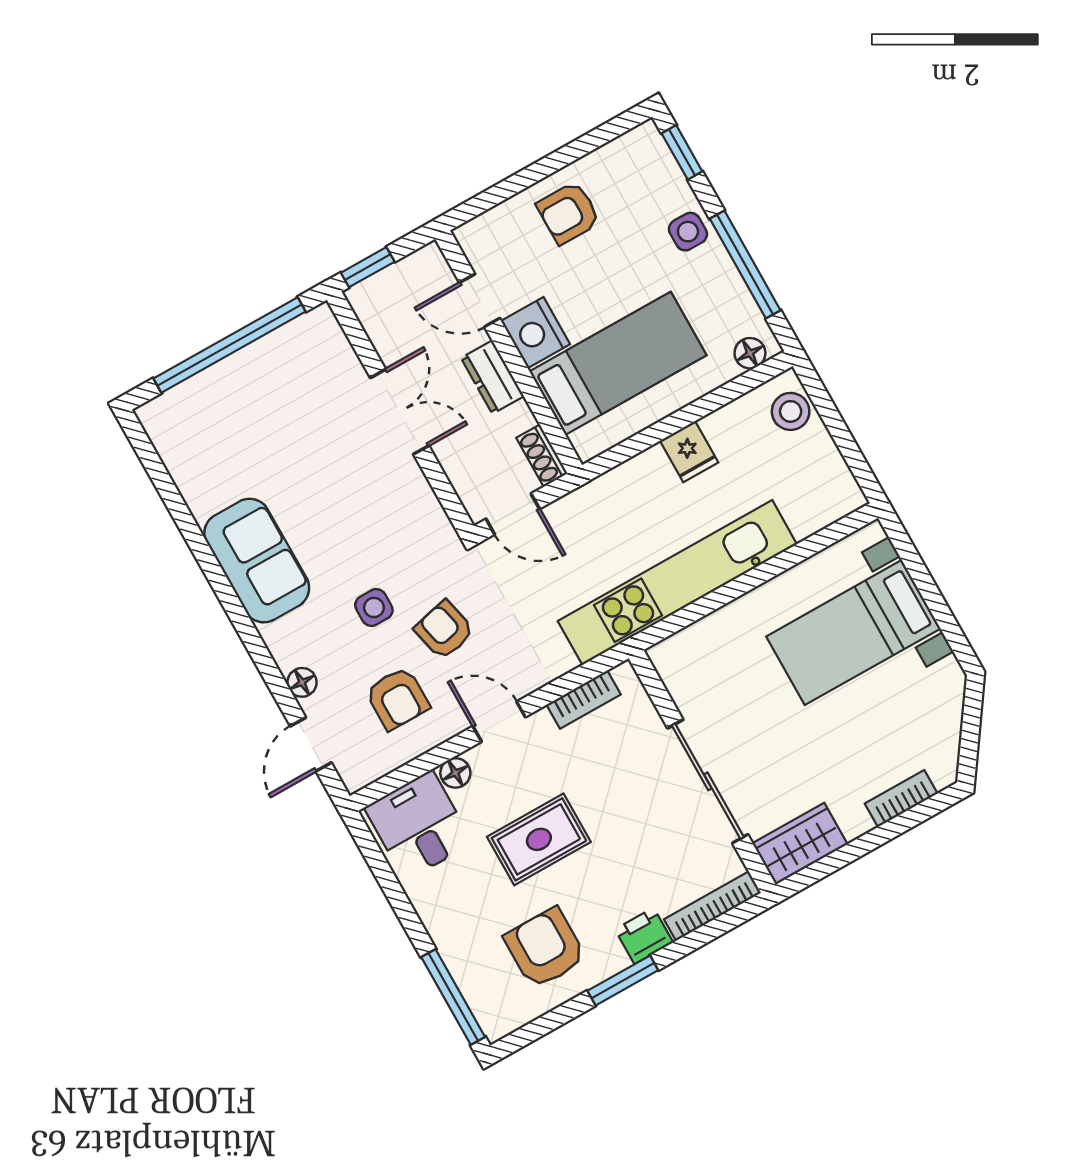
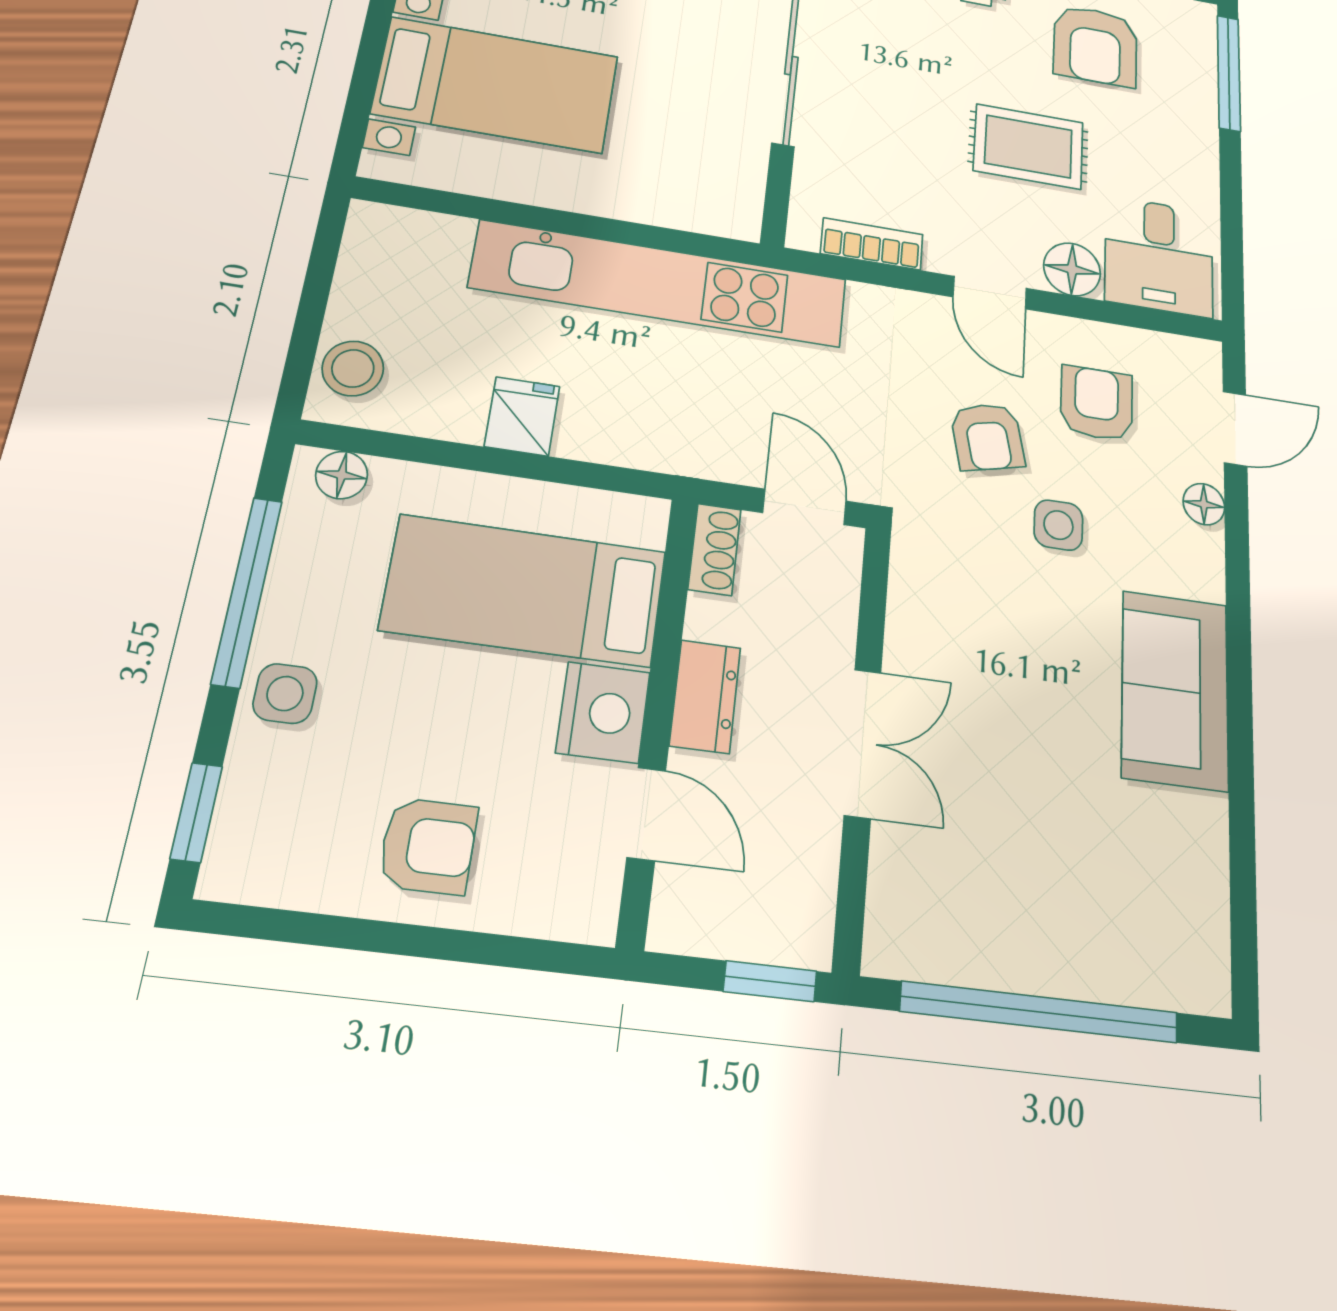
double door: (400, 412) -> (863, 743), swing flipped
floor lamp: (455, 773) -> (1072, 269), width x1.37, depth x1.37

